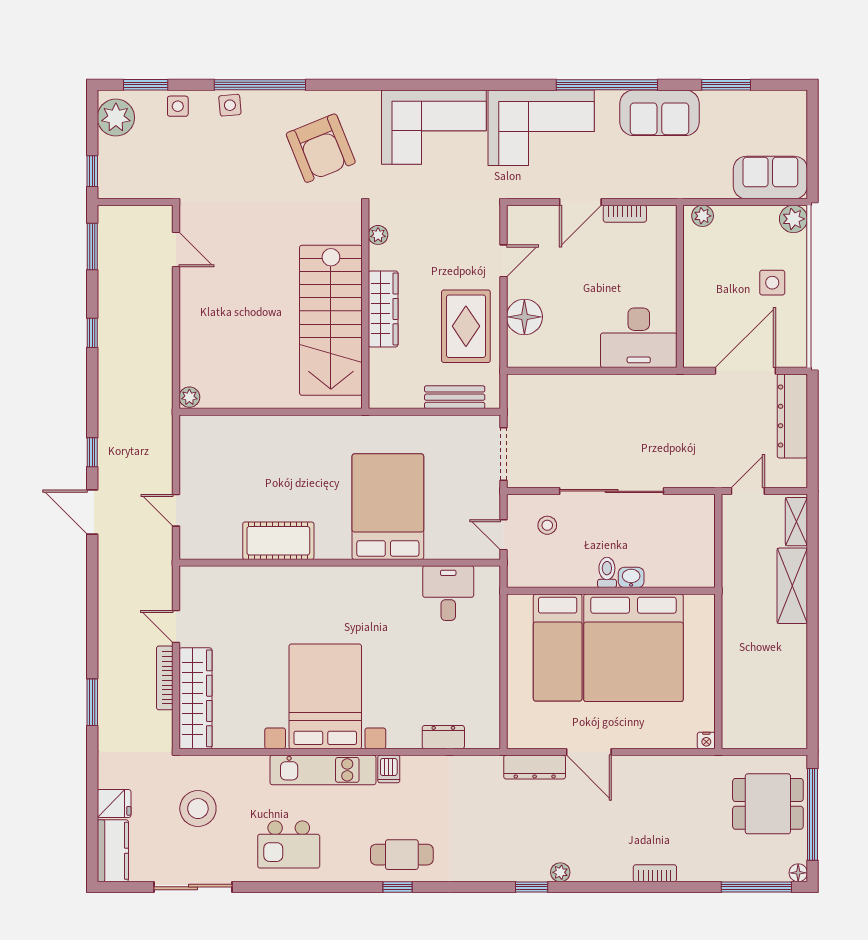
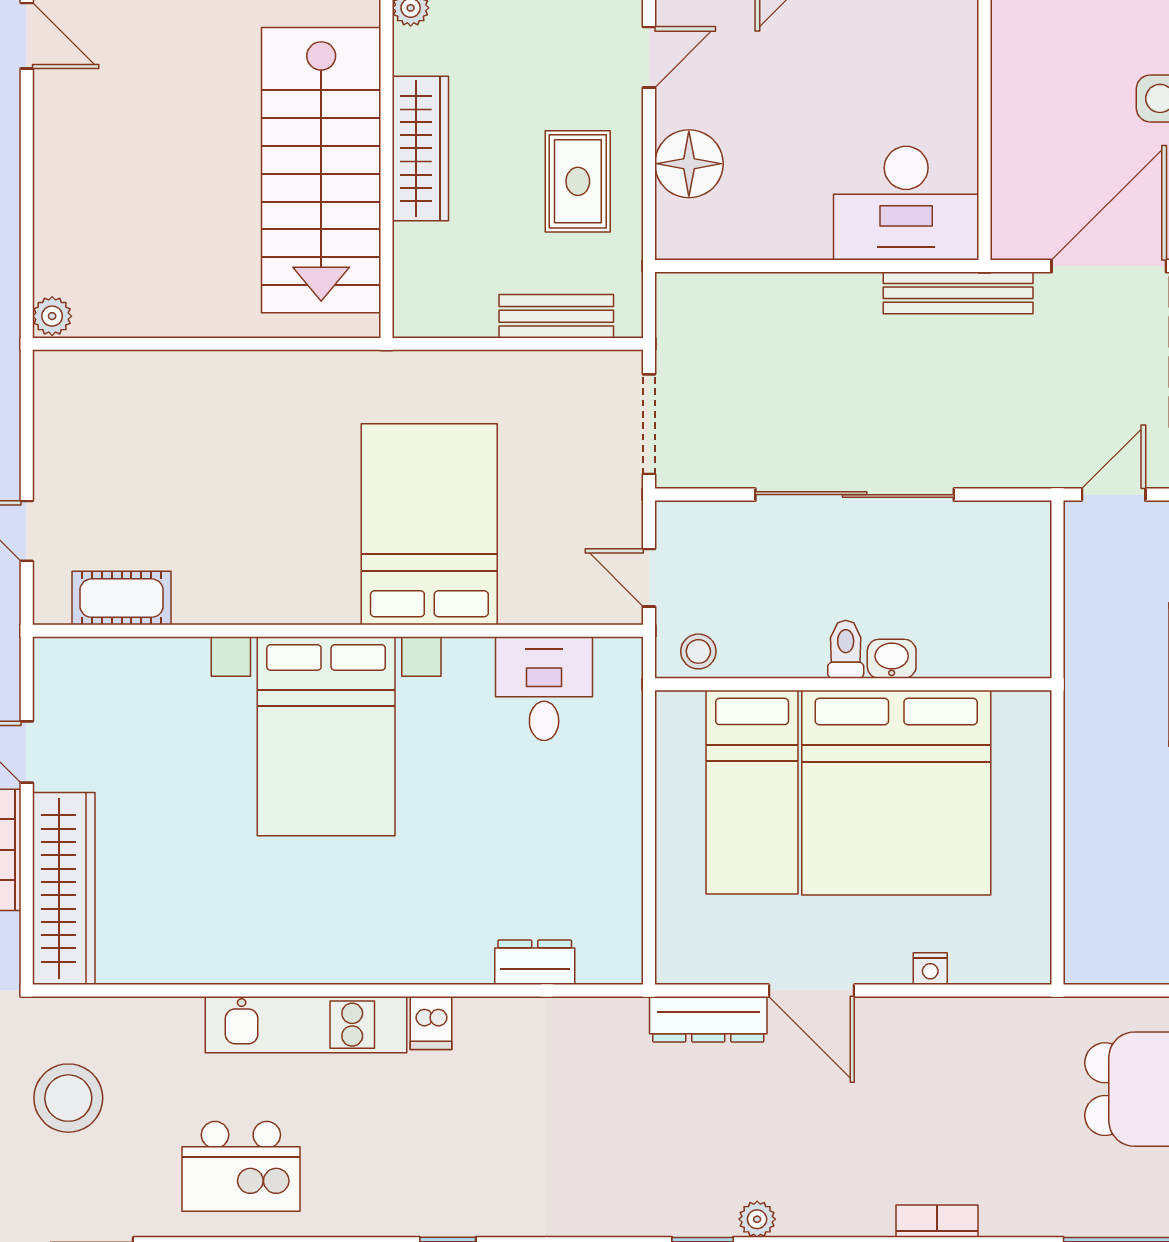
rug: (466, 326) -> (578, 181), width x0.73, depth x0.70
bench: (666, 385) -> (958, 293), added
stool: (547, 525) -> (698, 651), moved
cot: (278, 541) -> (122, 598), moved, width x0.73, depth x0.75
bed with nightstands: (325, 696) -> (326, 736), moved, turned 180
nightstand: (706, 740) -> (930, 969), moved
cafe table: (402, 855) -> (456, 1186), removed

